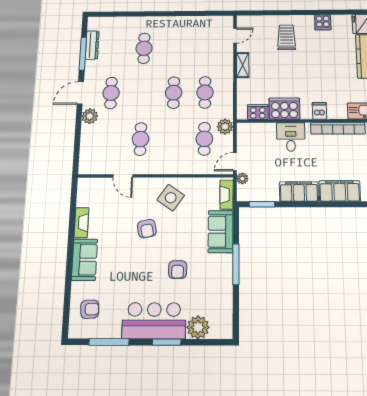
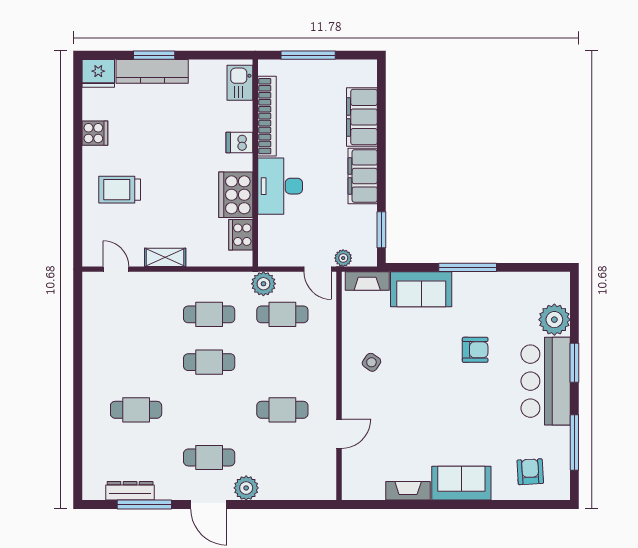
desk: (291, 137) -> (280, 186), width x1.37
side table: (171, 198) -> (371, 362), width x0.54, depth x0.54
armchair: (147, 229) -> (417, 396), removed

